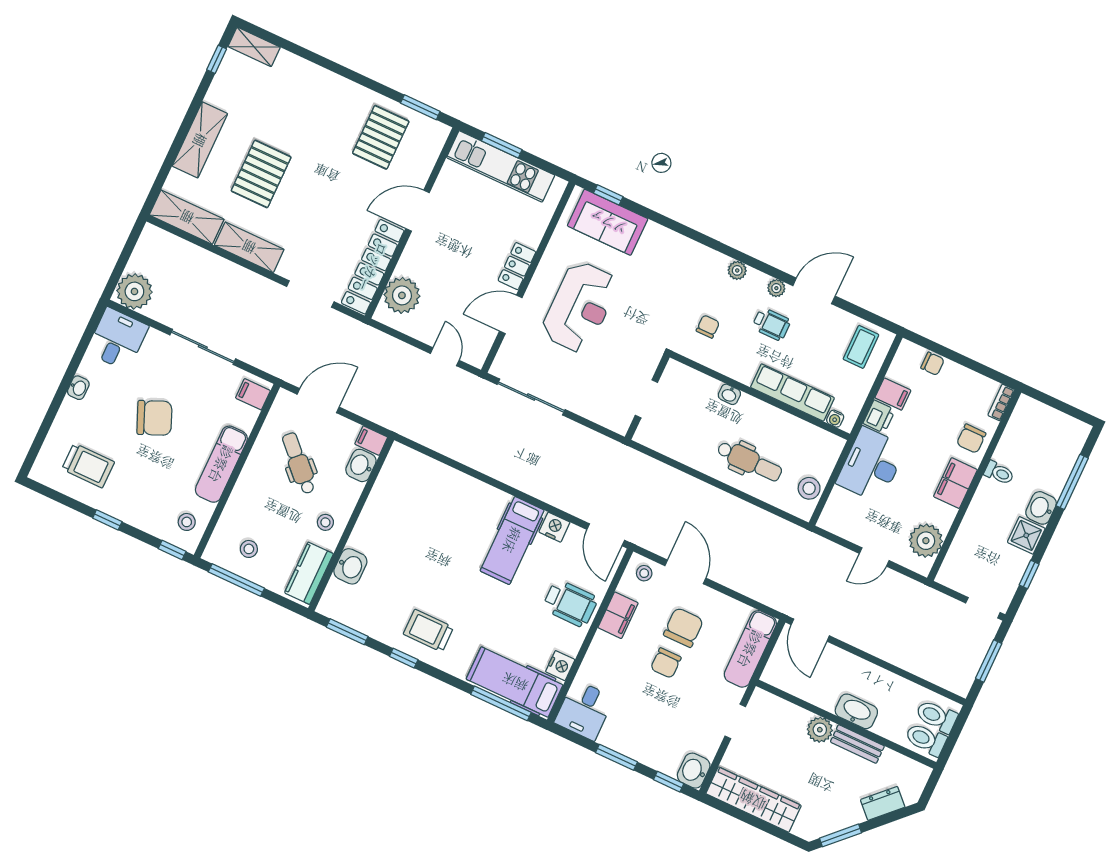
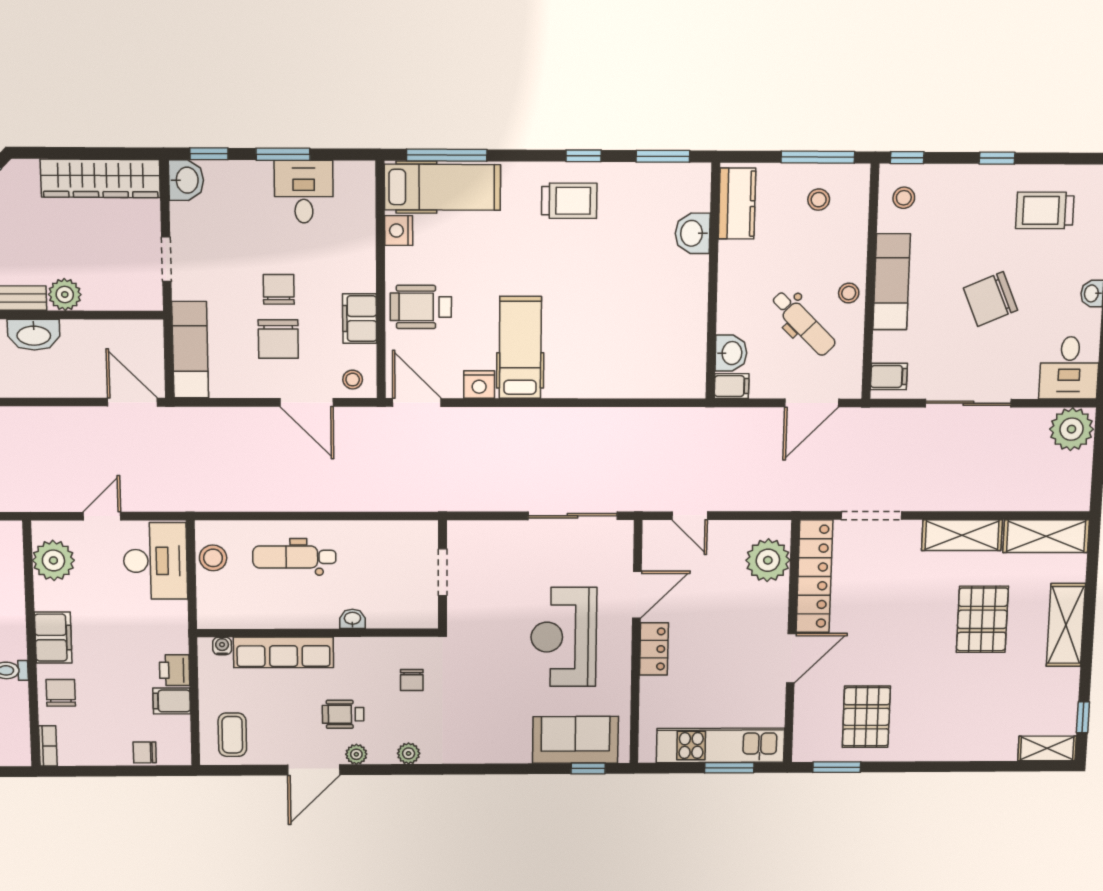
desk: (871, 465) -> (155, 561), moved
stool: (325, 522) -> (849, 293), moved
desk: (584, 710) -> (304, 192), moved

